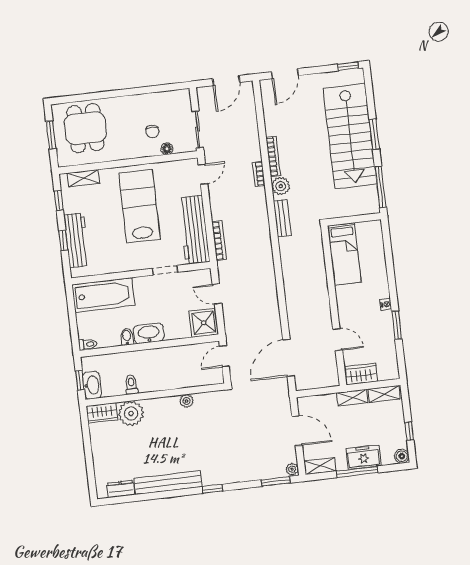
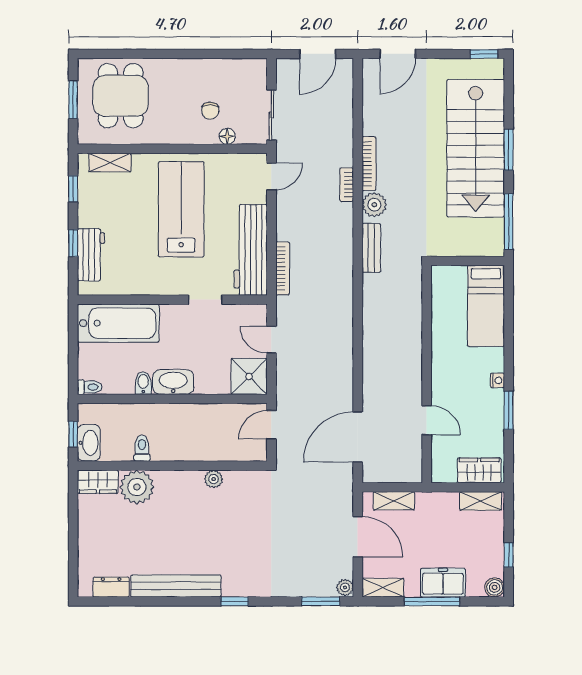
workbench: (77, 240) -> (91, 255), width x0.73
bed: (344, 254) -> (486, 306), moved
wardrobe: (361, 374) -> (479, 470), moved
shelving: (352, 398) -> (394, 501), moved

